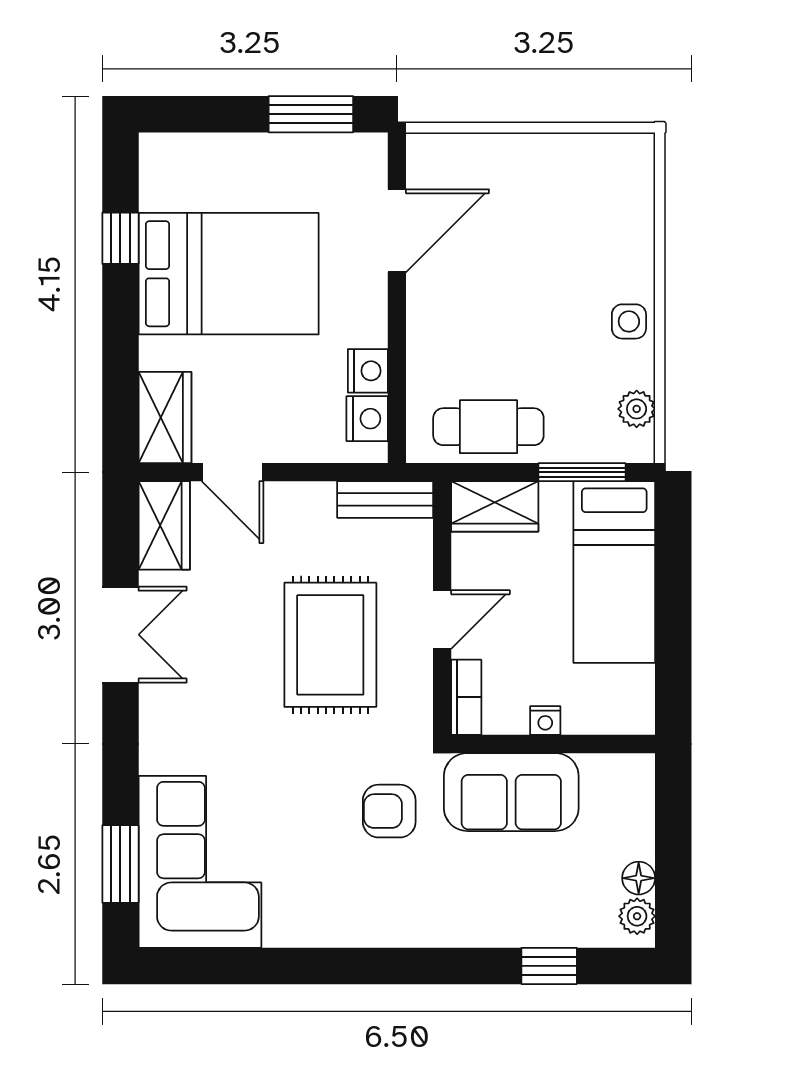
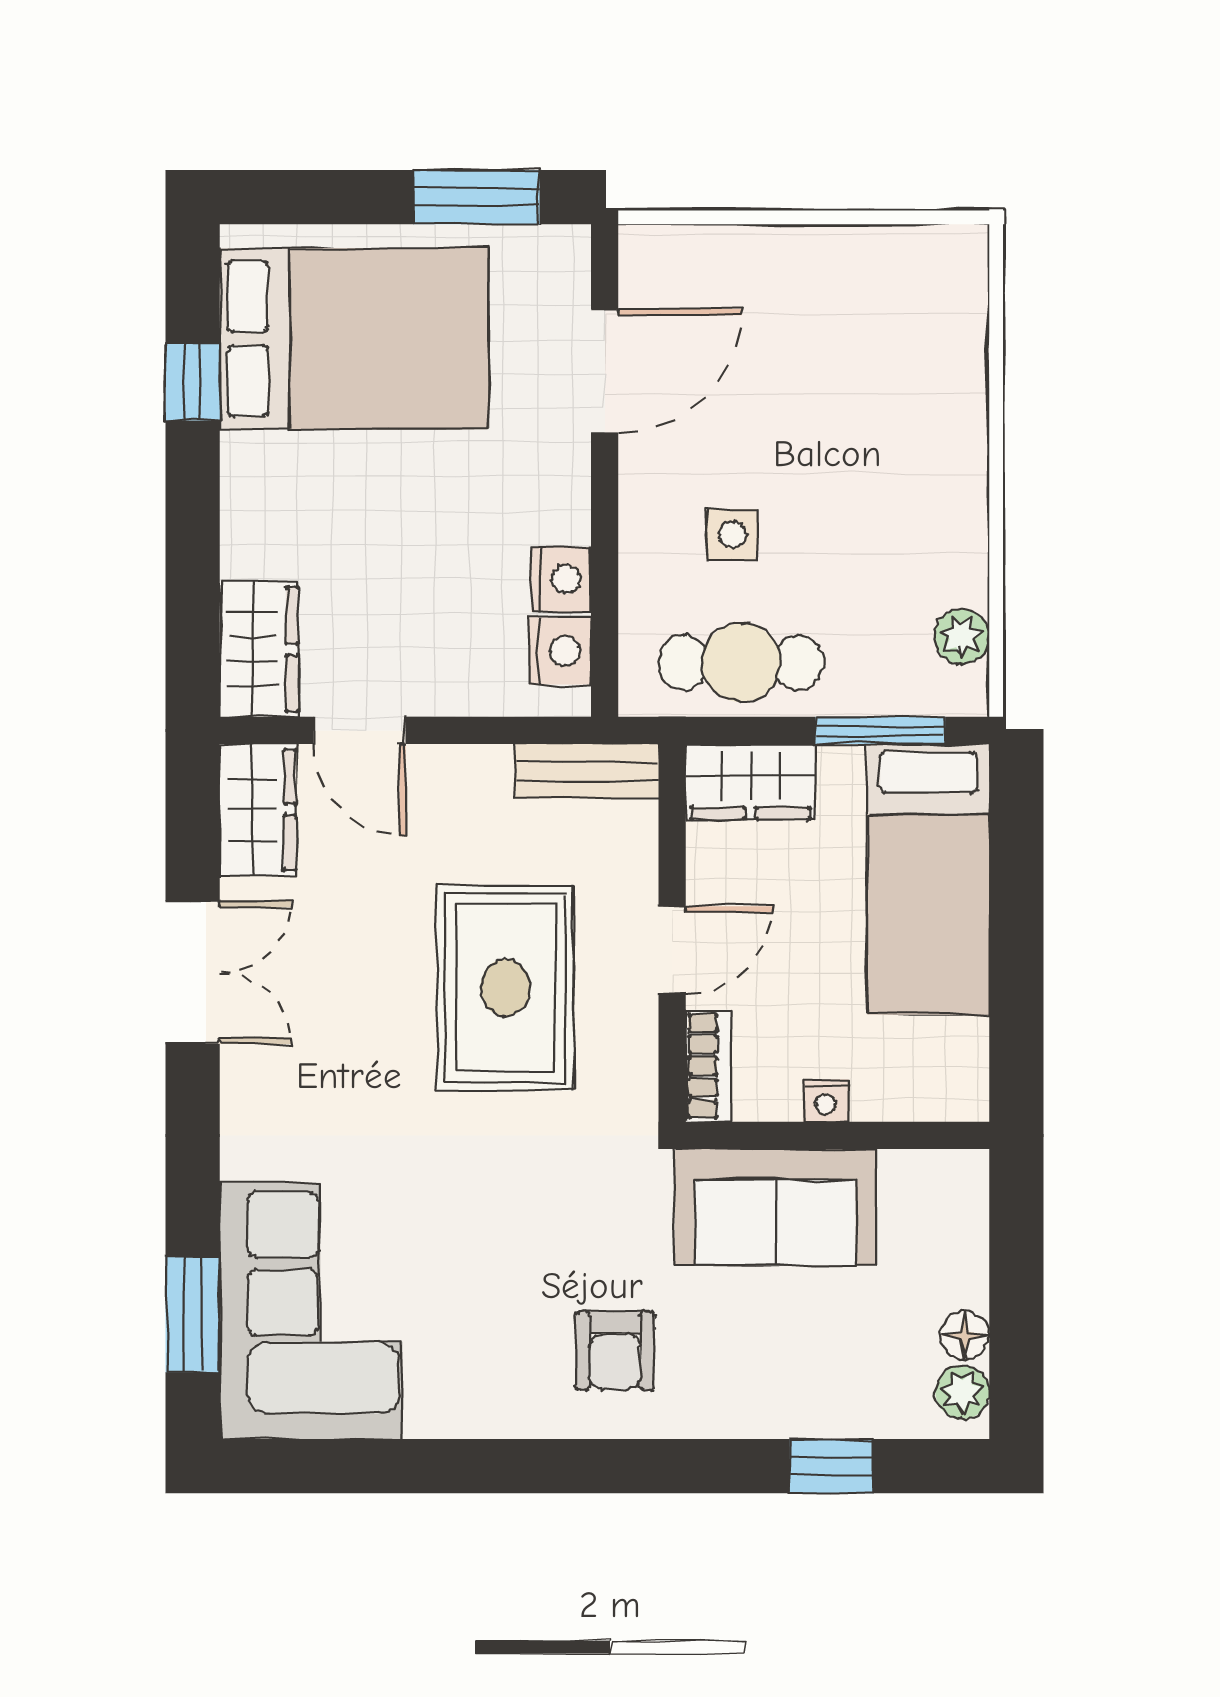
bed: (229, 274) -> (354, 339), moved
side table: (629, 321) -> (732, 535), moved
armchair: (389, 811) -> (615, 1351), moved, turned -90

